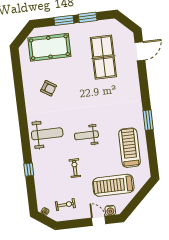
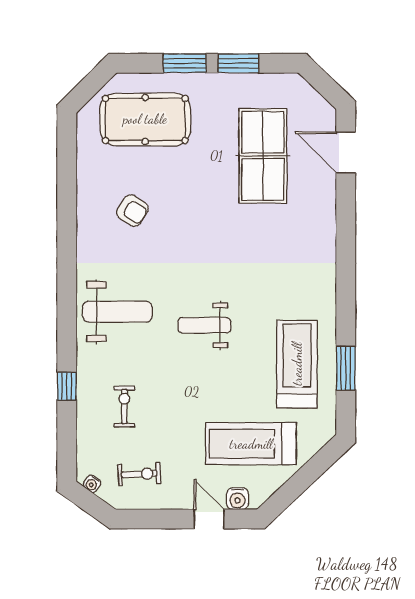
door: (140, 51) -> (346, 152), swing flipped
window: (148, 120) -> (346, 368), moved
exercise bike: (75, 168) -> (124, 406), moved

